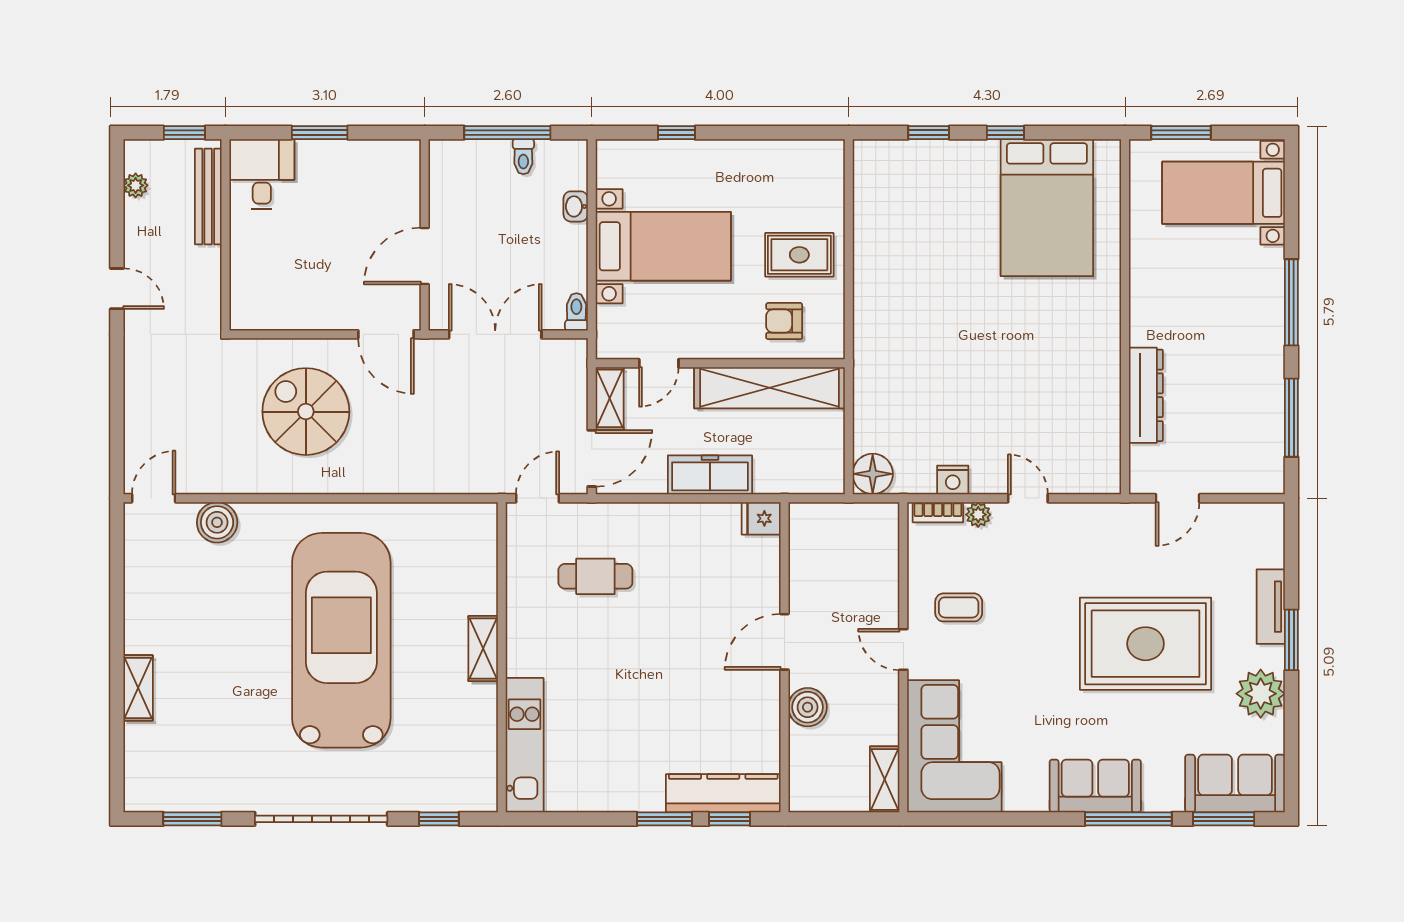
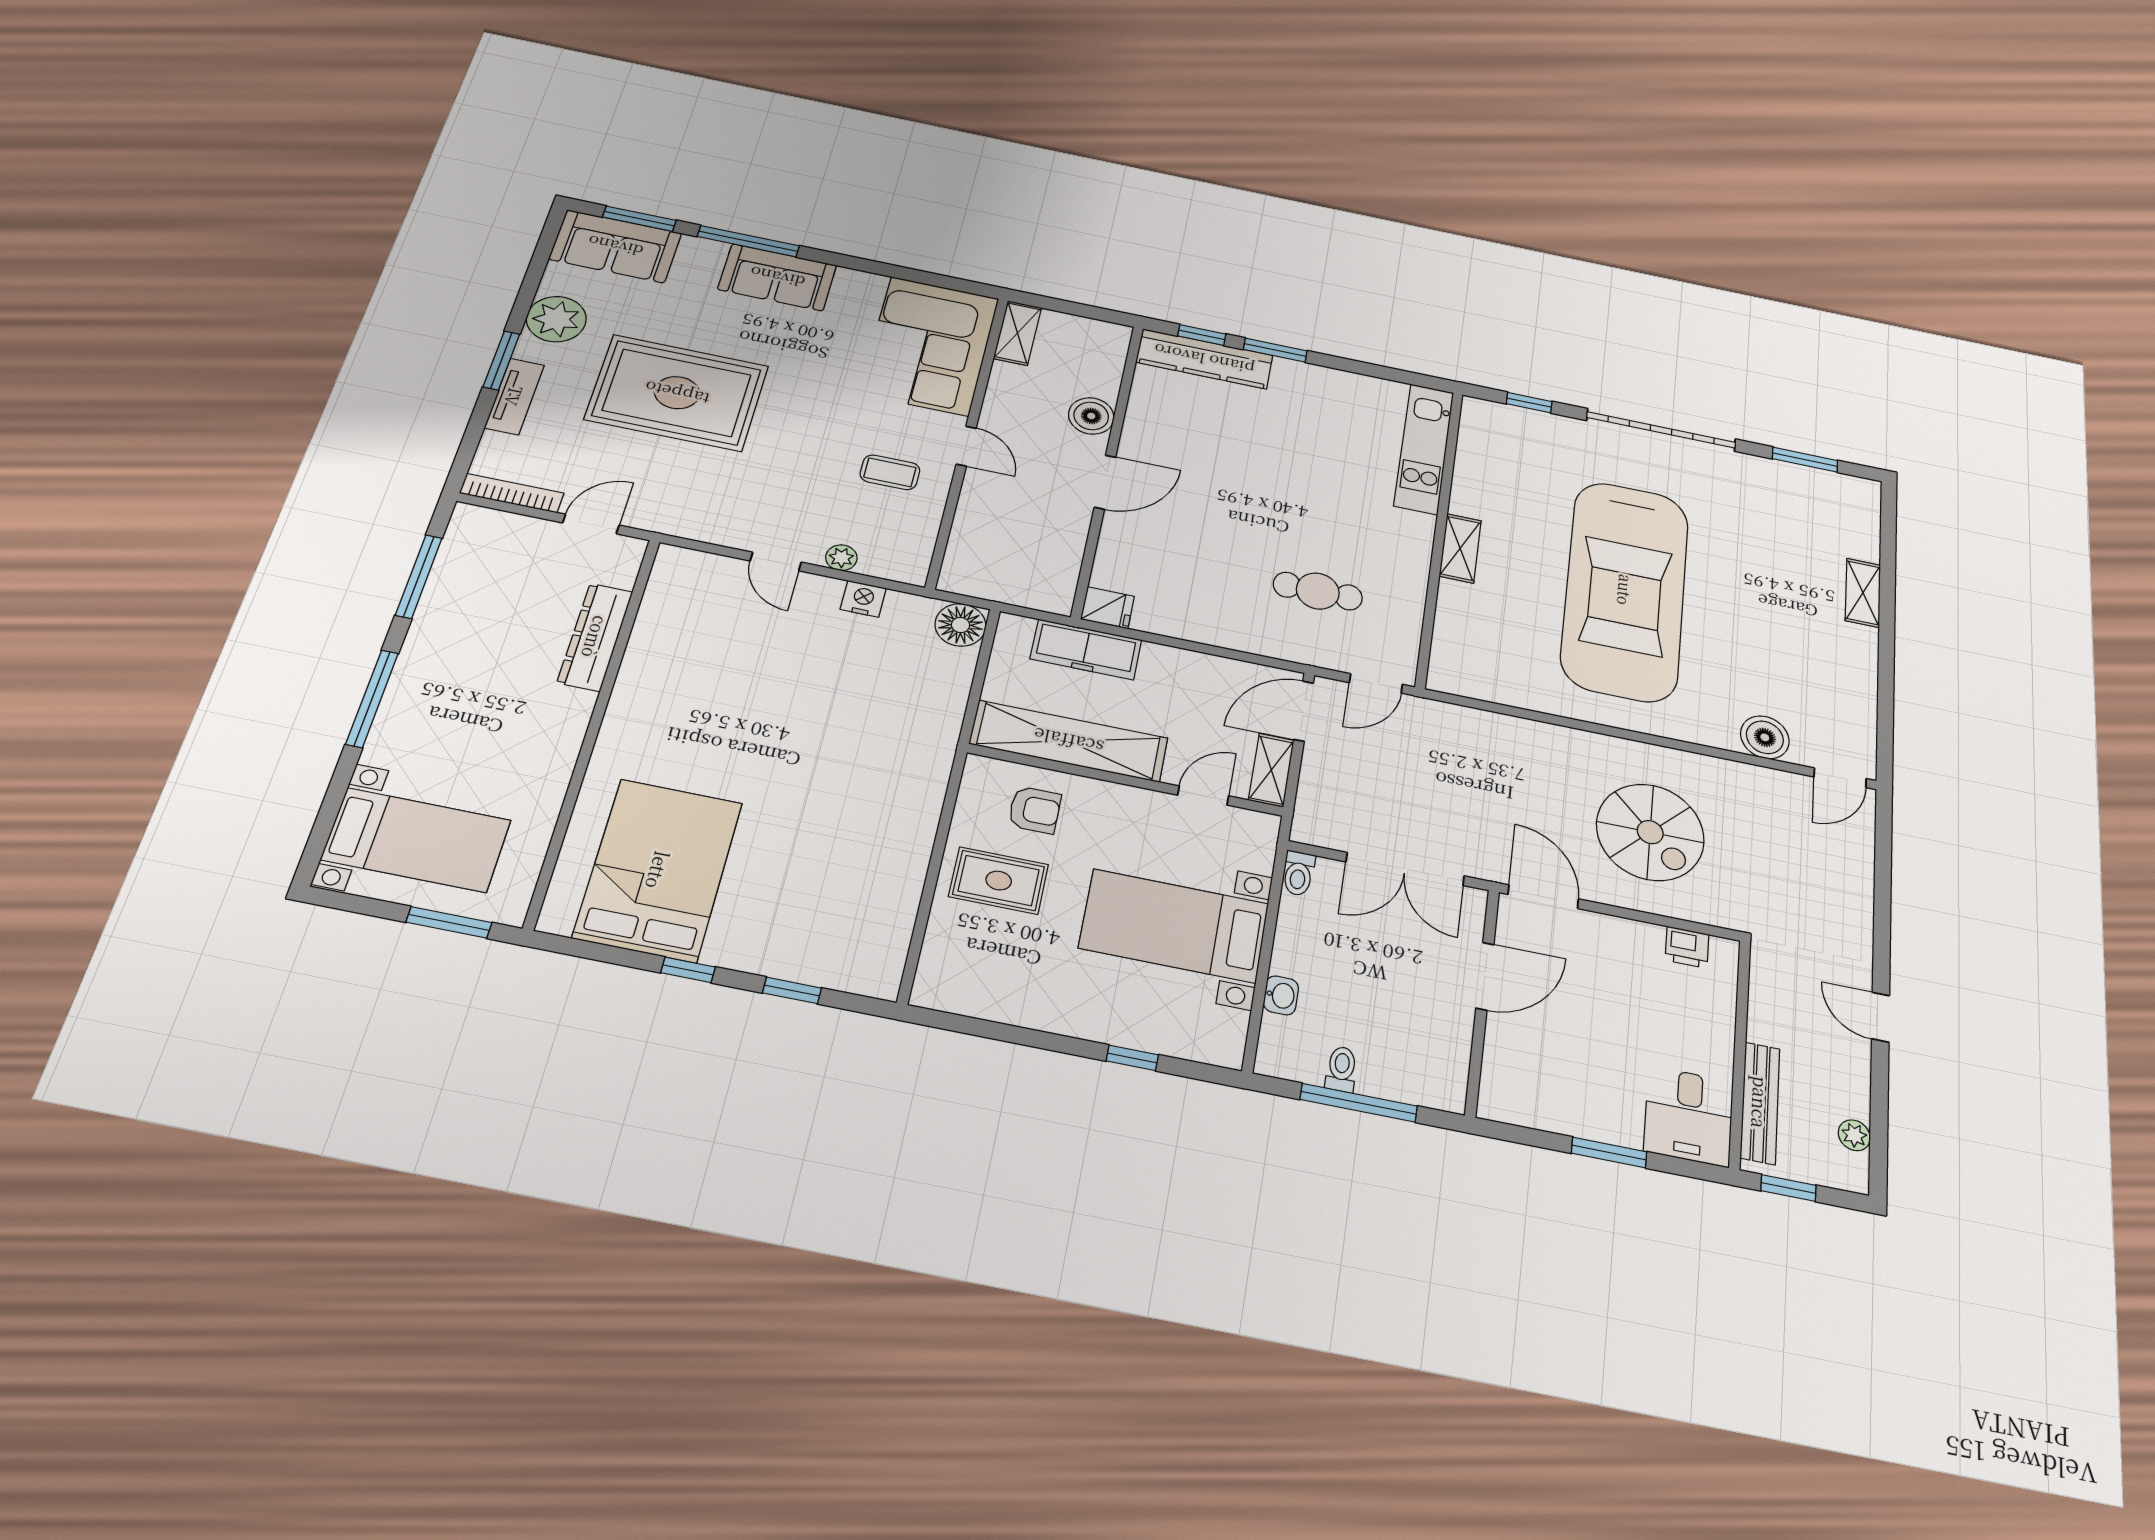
printer: (271, 316) -> (1687, 947), added
freezer: (710, 475) -> (1086, 649), moved
bookcase: (938, 512) -> (512, 493), moved, width x1.56

